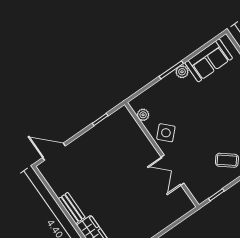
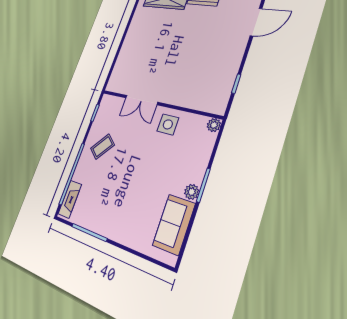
plant: (143, 115) -> (214, 125), moved
side table: (166, 133) -> (168, 124), turned 45
double door: (173, 170) -> (141, 100), swing flipped

